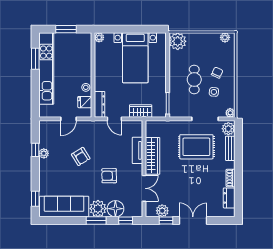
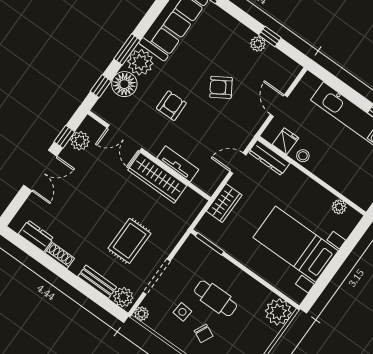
plant: (99, 37) -> (339, 207), moved
rug: (196, 147) -> (129, 241), width x0.73, depth x0.70

